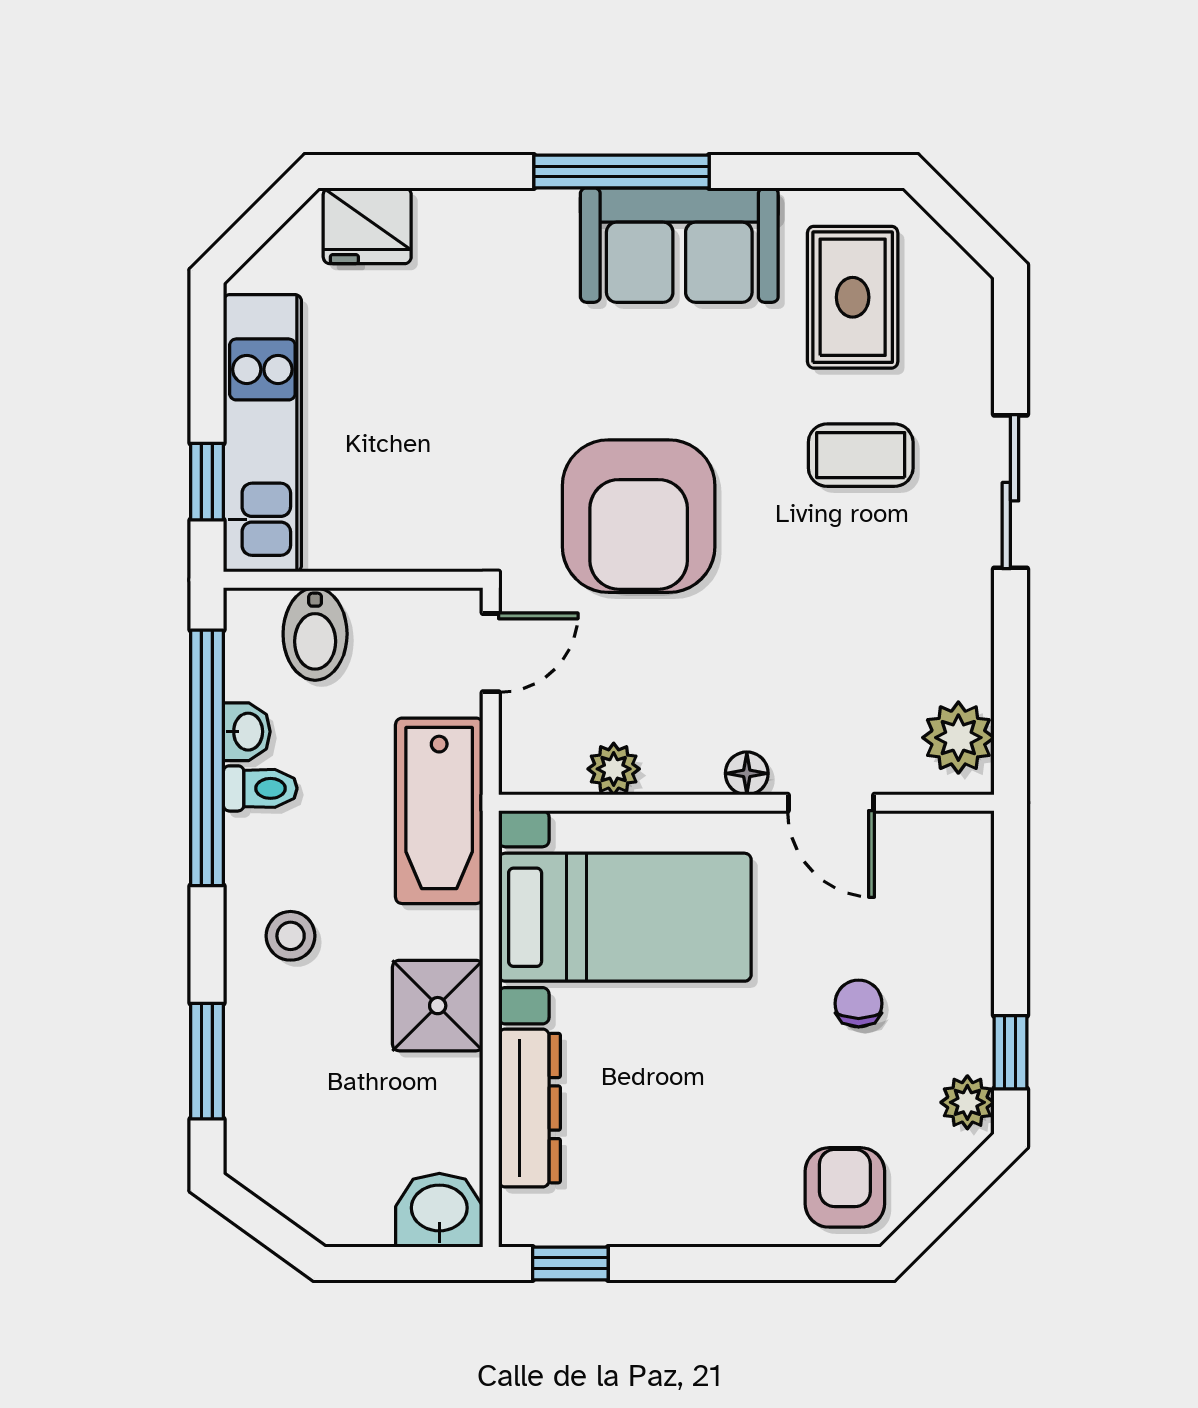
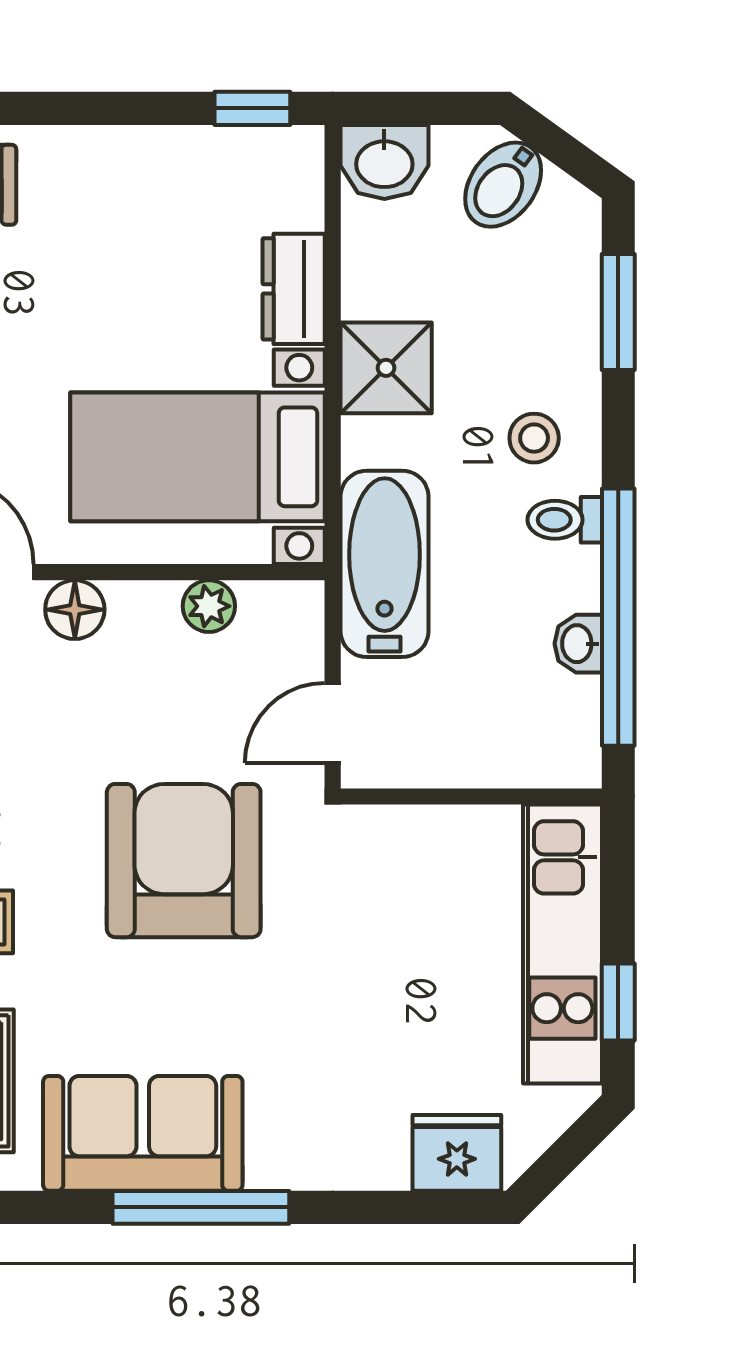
window: (207, 482) -> (618, 1002), moved
bidet: (315, 634) -> (503, 185), moved, turned -144
floor lamp: (747, 773) -> (75, 610), width x1.37, depth x1.37
toilet: (260, 788) -> (565, 520), moved
dresser: (529, 1108) -> (294, 289), width x0.70

